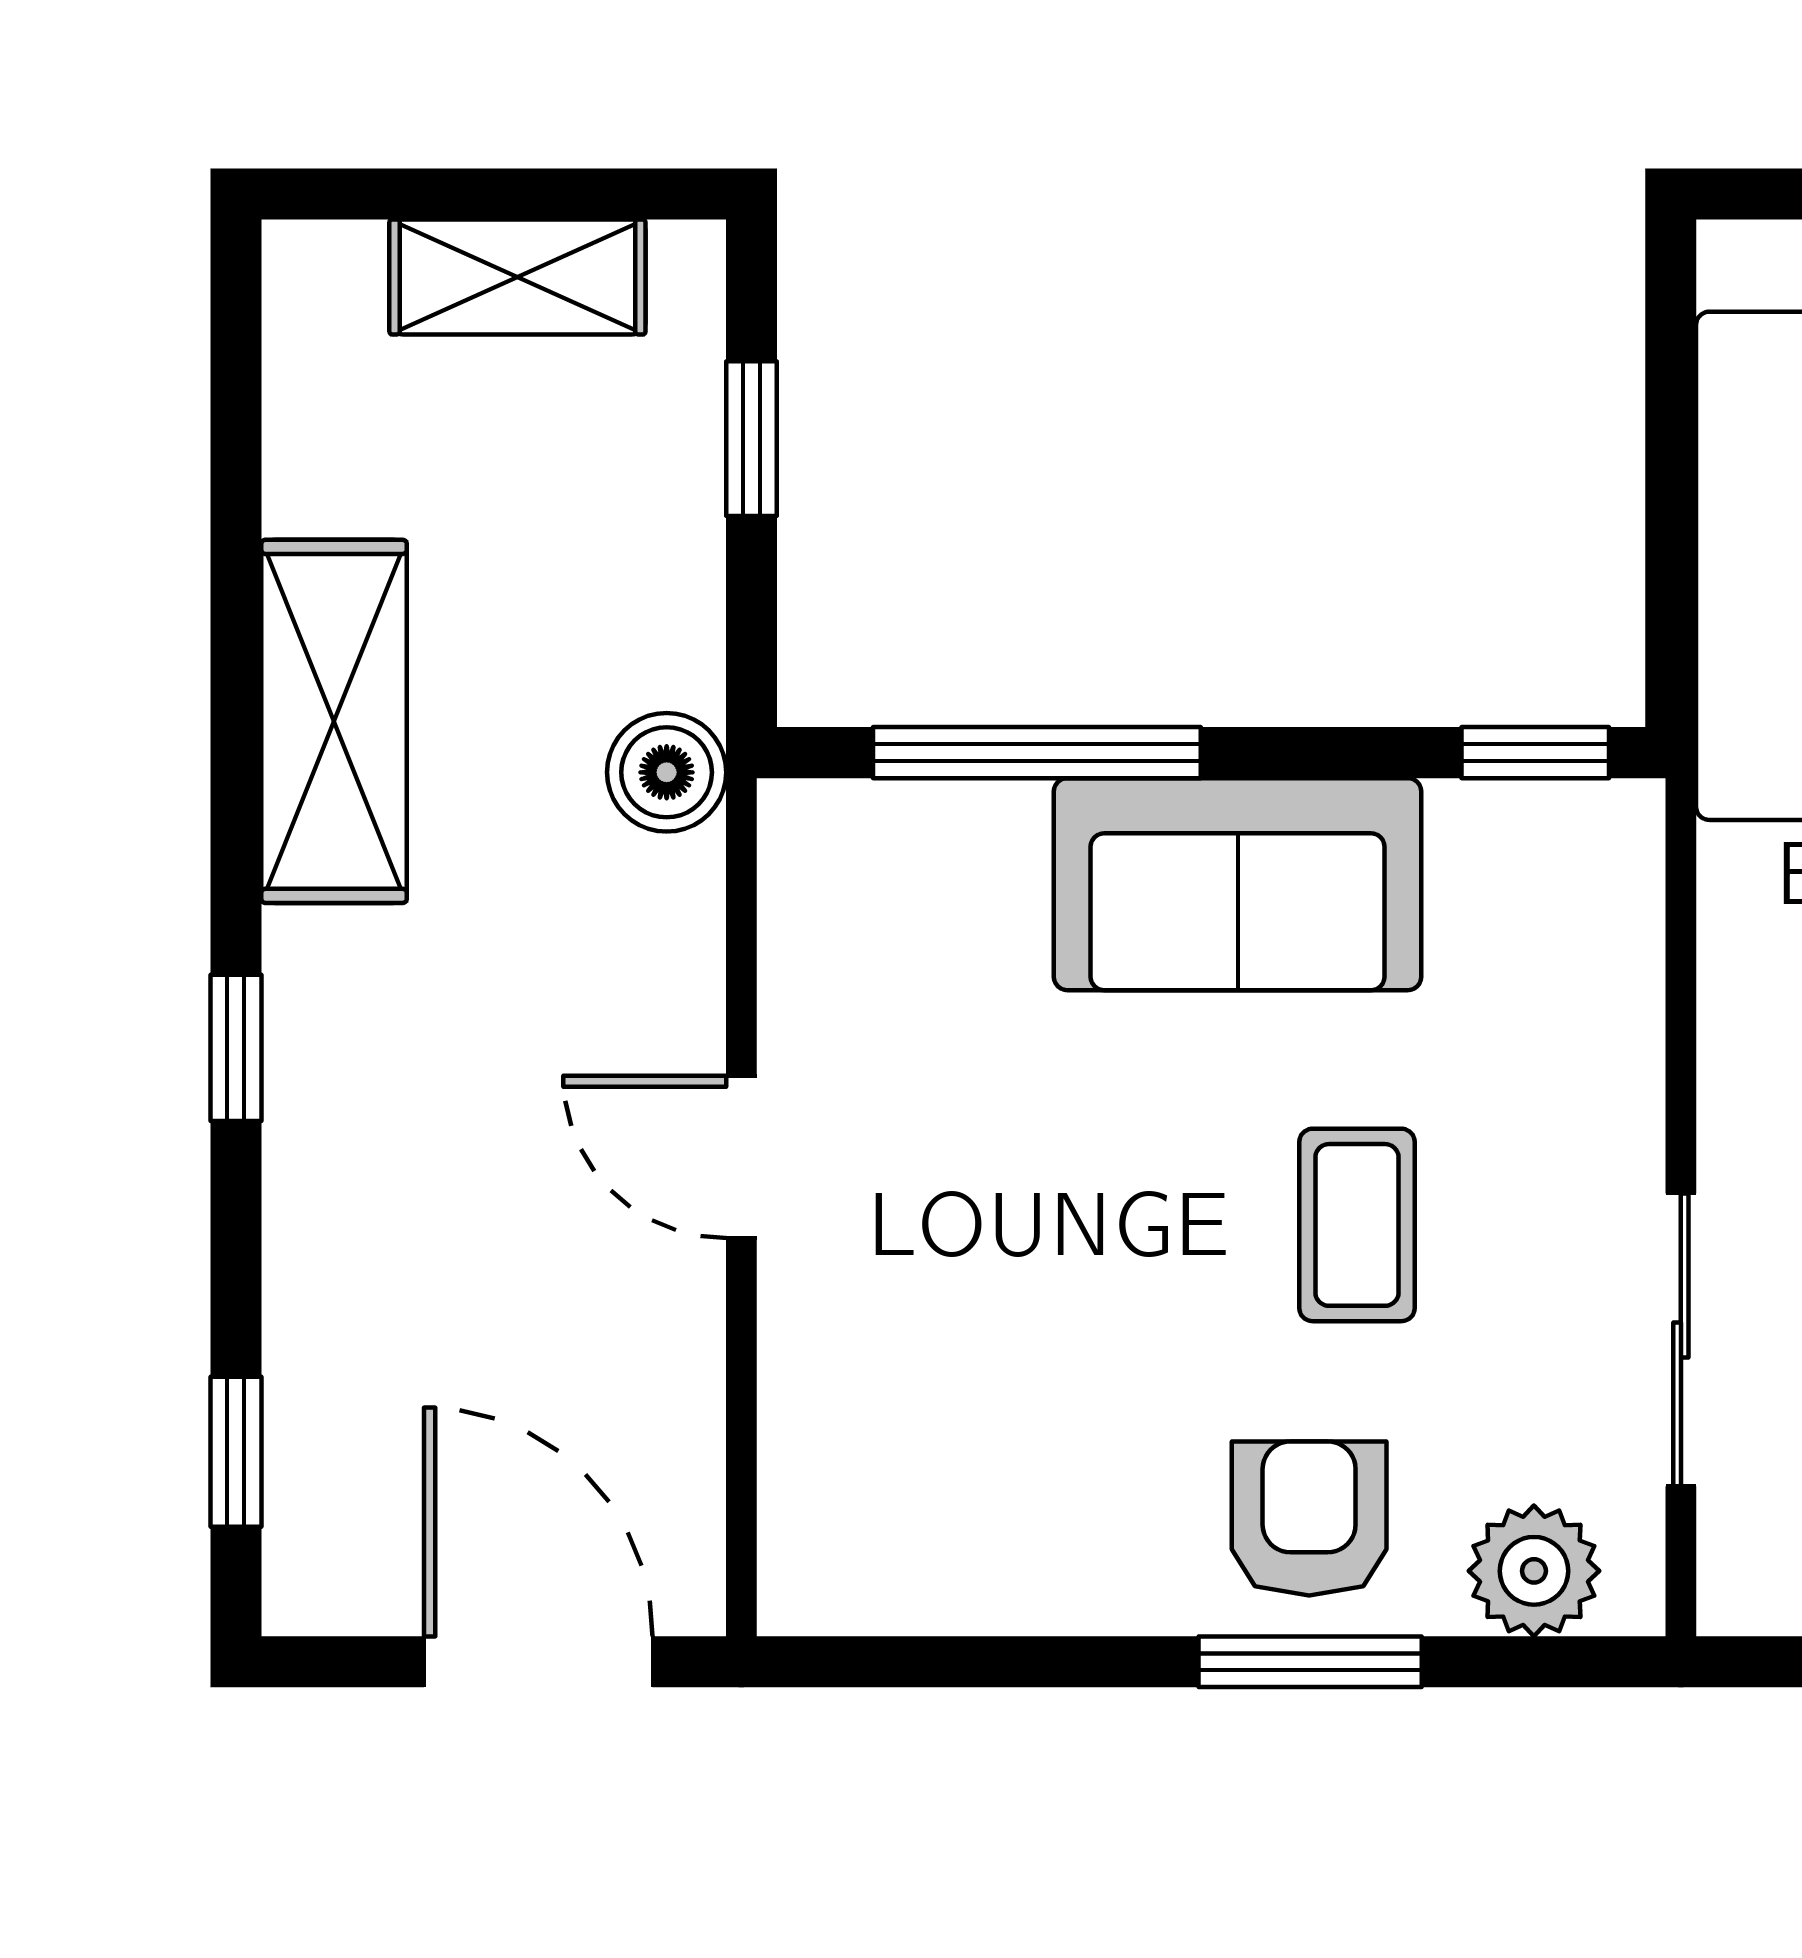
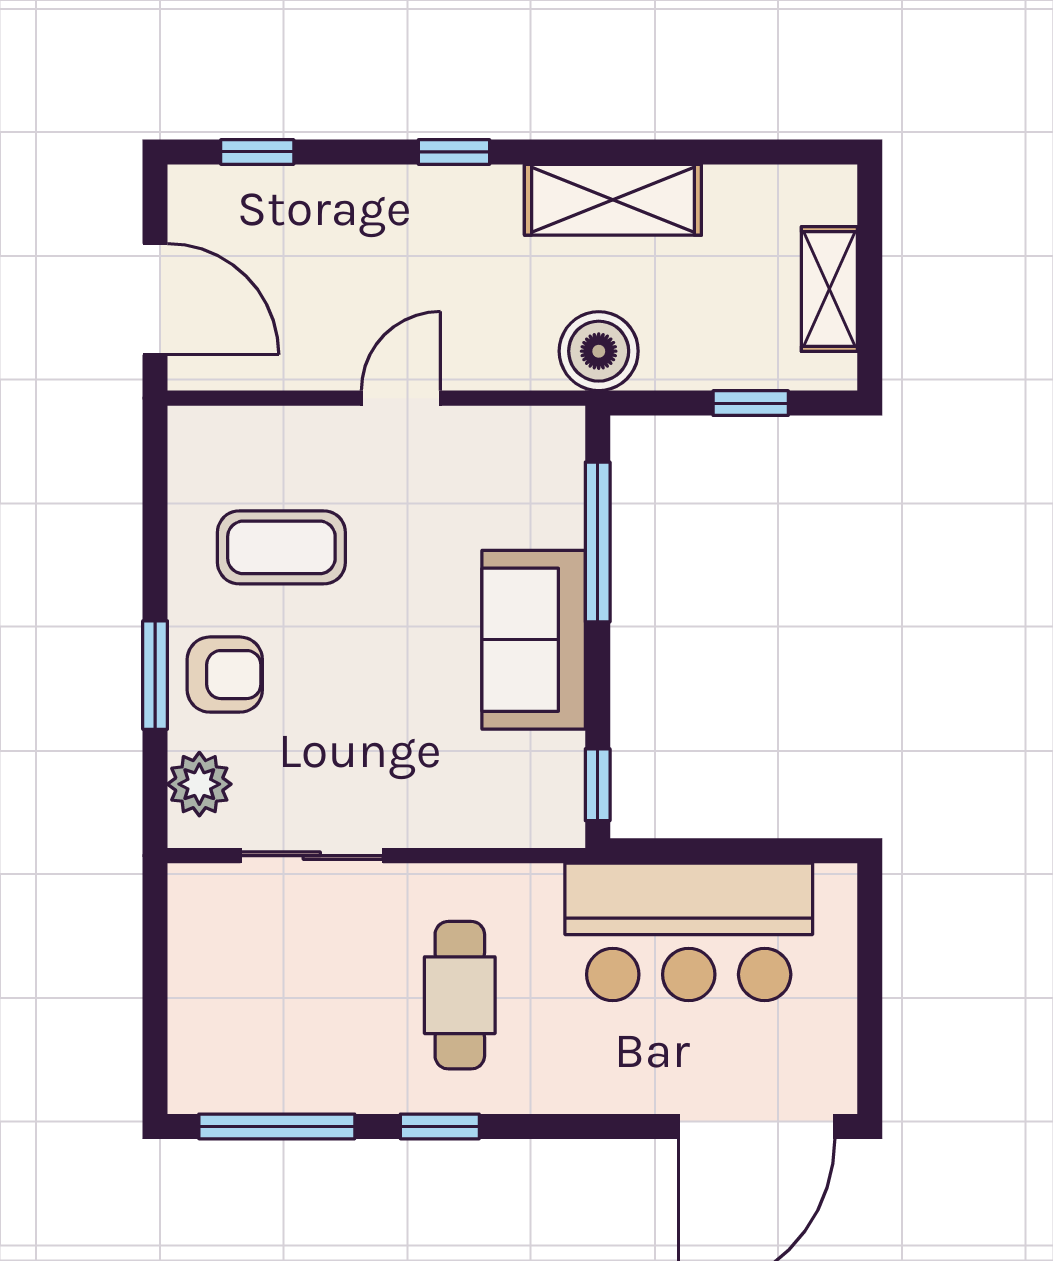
boiler: (667, 772) -> (599, 351), width x1.36, depth x1.36
coffee table: (1357, 1225) -> (281, 547), moved, width x1.36, depth x1.30
door: (538, 1662) -> (155, 299), hinge flipped

